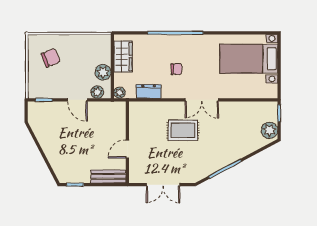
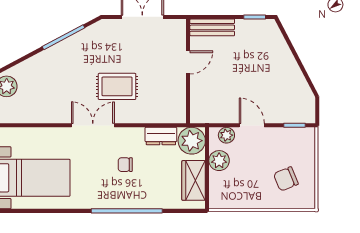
plant: (120, 93) -> (192, 141), width x1.88, depth x1.88

